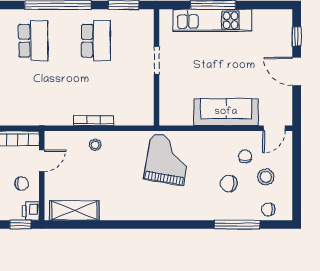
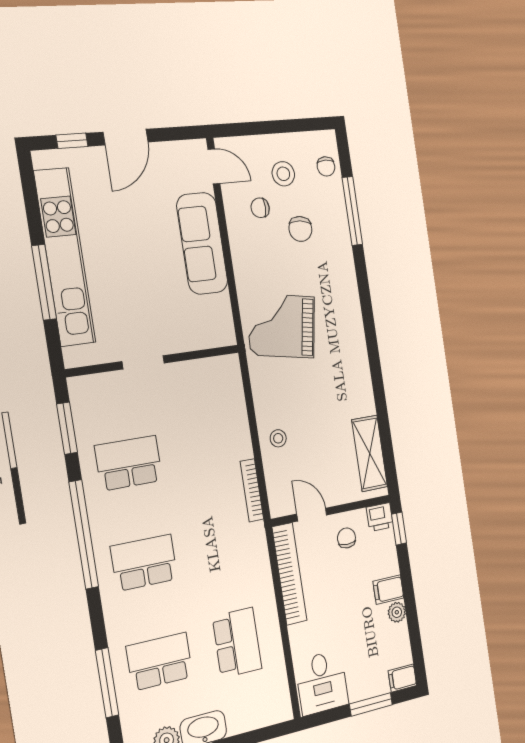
kitchen unit: (212, 20) -> (65, 257), width x1.36
bookcase: (94, 121) -> (252, 490), moved

